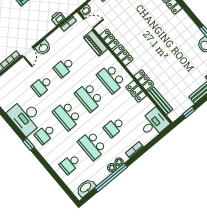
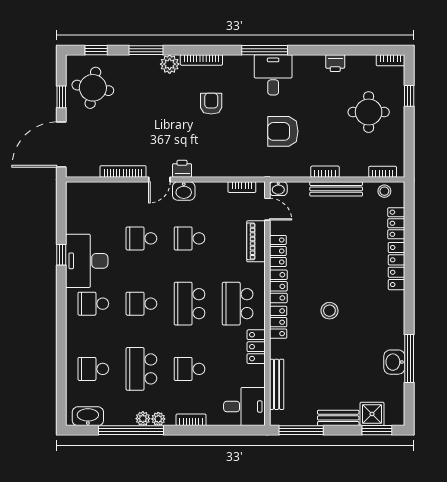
printer: (58, 18) -> (182, 169), moved
stool: (156, 47) -> (329, 311), added
locker: (144, 80) -> (278, 322), moved
window: (189, 112) -> (301, 430), width x2.17
school desk: (67, 116) -> (141, 304), width x0.54
window: (29, 144) -> (61, 255), moved

